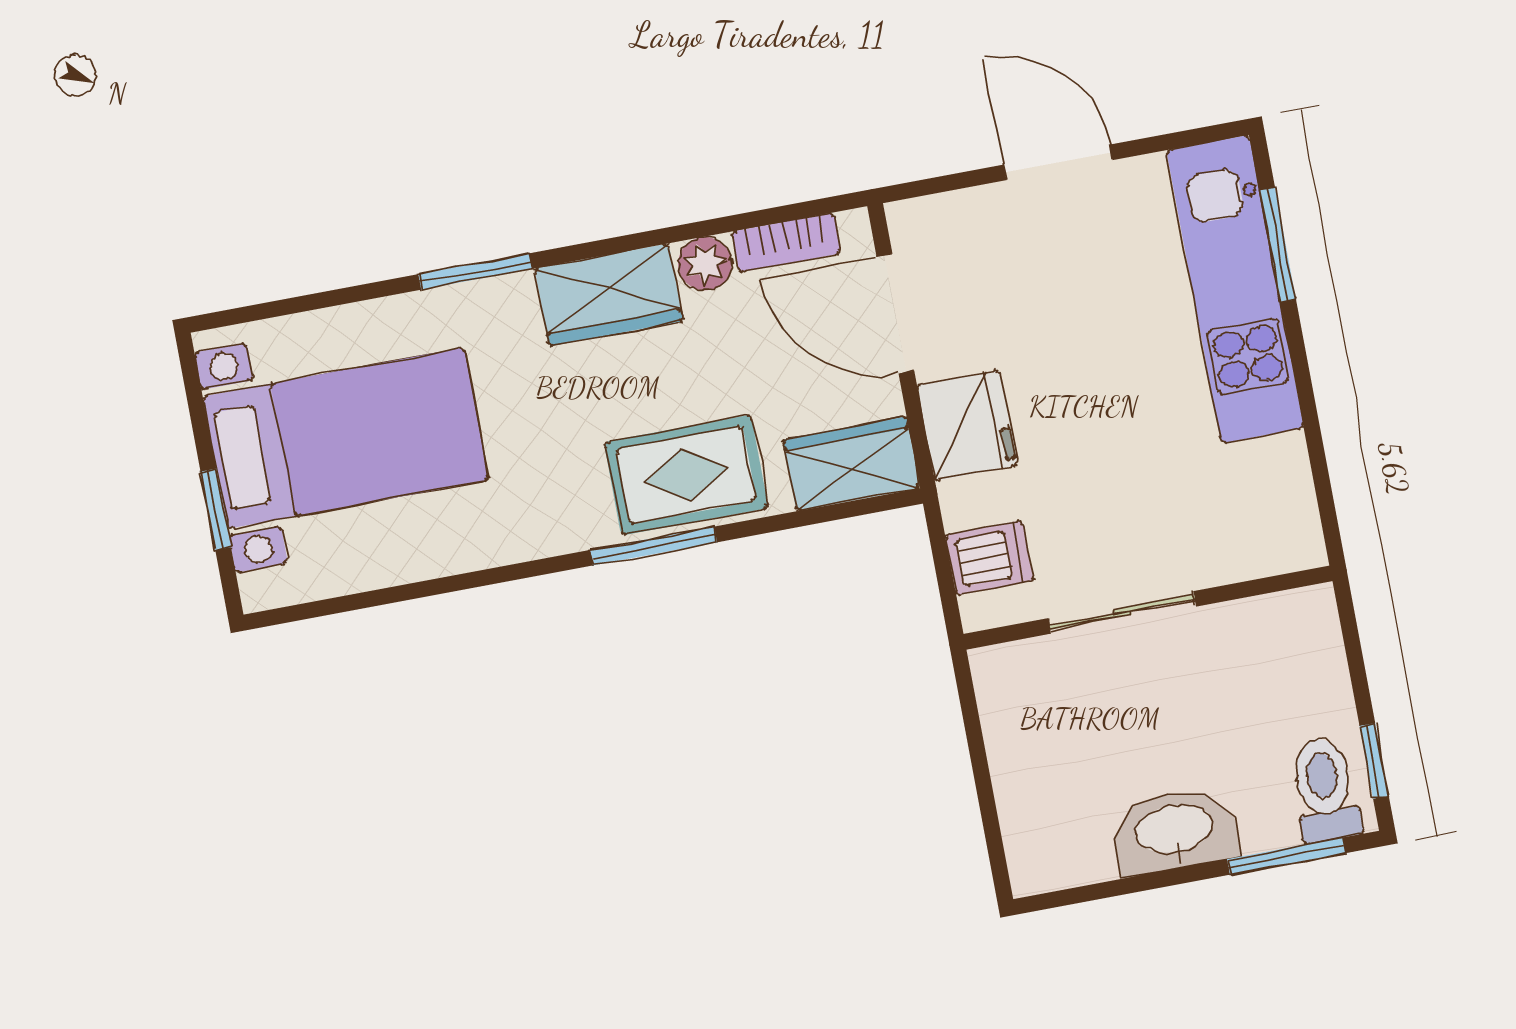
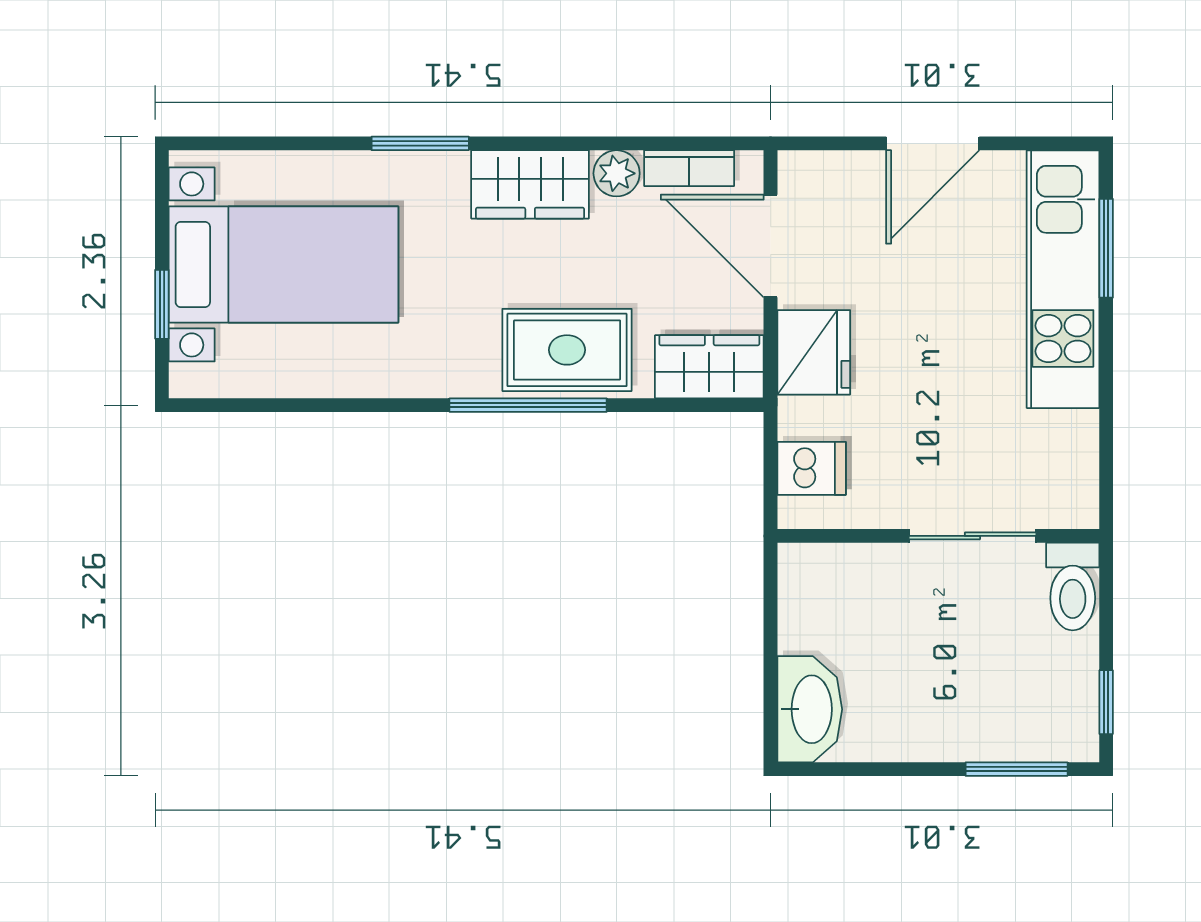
door: (1058, 162) -> (933, 143), swing flipped
window: (654, 546) -> (528, 405), width x1.44
sliding door: (1122, 612) -> (972, 536), moved
toilet: (1325, 789) -> (1073, 587), moved, turned 180
washbasin: (1175, 831) -> (810, 709), moved, turned 90

